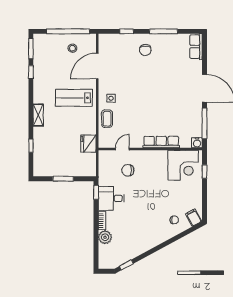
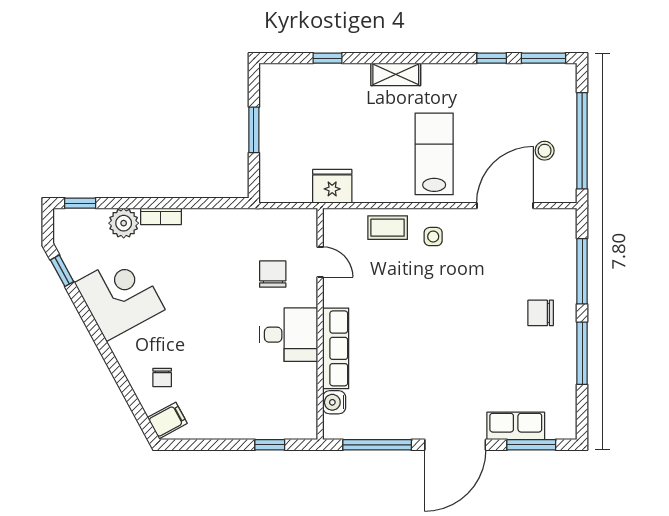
window: (127, 31) -> (582, 271), width x2.17
row of seats: (196, 47) -> (516, 426), moved
window: (205, 54) -> (531, 445), added
door: (97, 66) -> (505, 206), hinge flipped
water cooler: (197, 143) -> (334, 402), moved
corner desk: (183, 165) -> (120, 296), moved, turned 152
window: (96, 192) -> (80, 203), moved
desk: (111, 198) -> (289, 335), moved, turned 90

